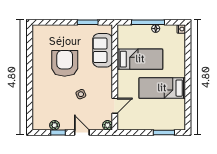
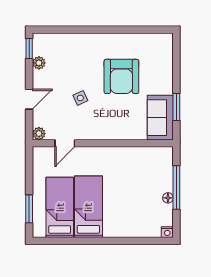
sofa: (103, 50) -> (160, 118), moved, turned -90
bed: (140, 59) -> (60, 207), moved, turned 180
armchair: (65, 63) -> (121, 76), turned 90
door: (115, 106) -> (65, 143), hinge flipped
window: (58, 132) -> (29, 49), moved

